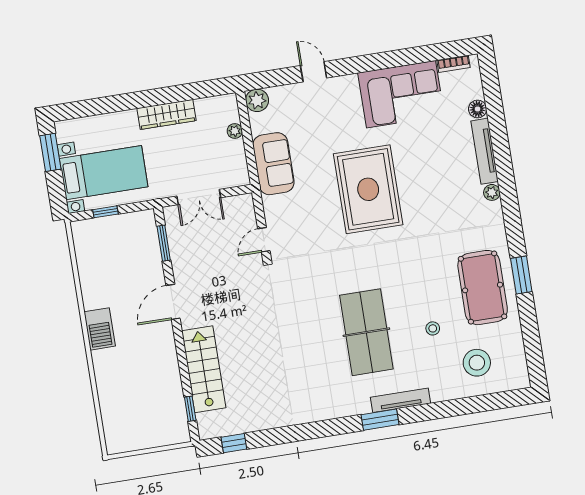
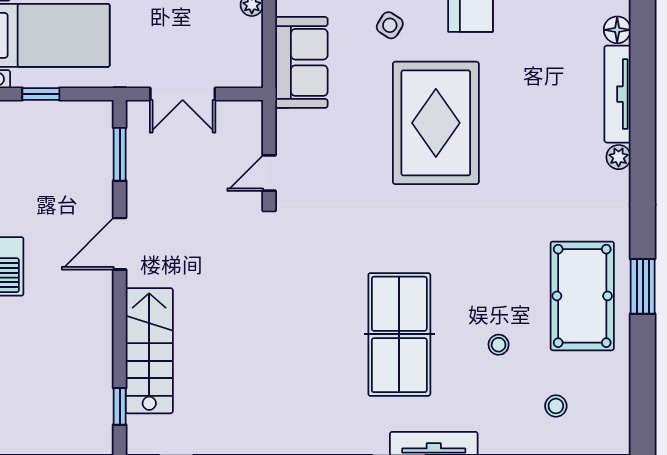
side table: (328, 130) -> (390, 25), added
stool: (477, 363) -> (556, 406), width x0.53, depth x0.53

